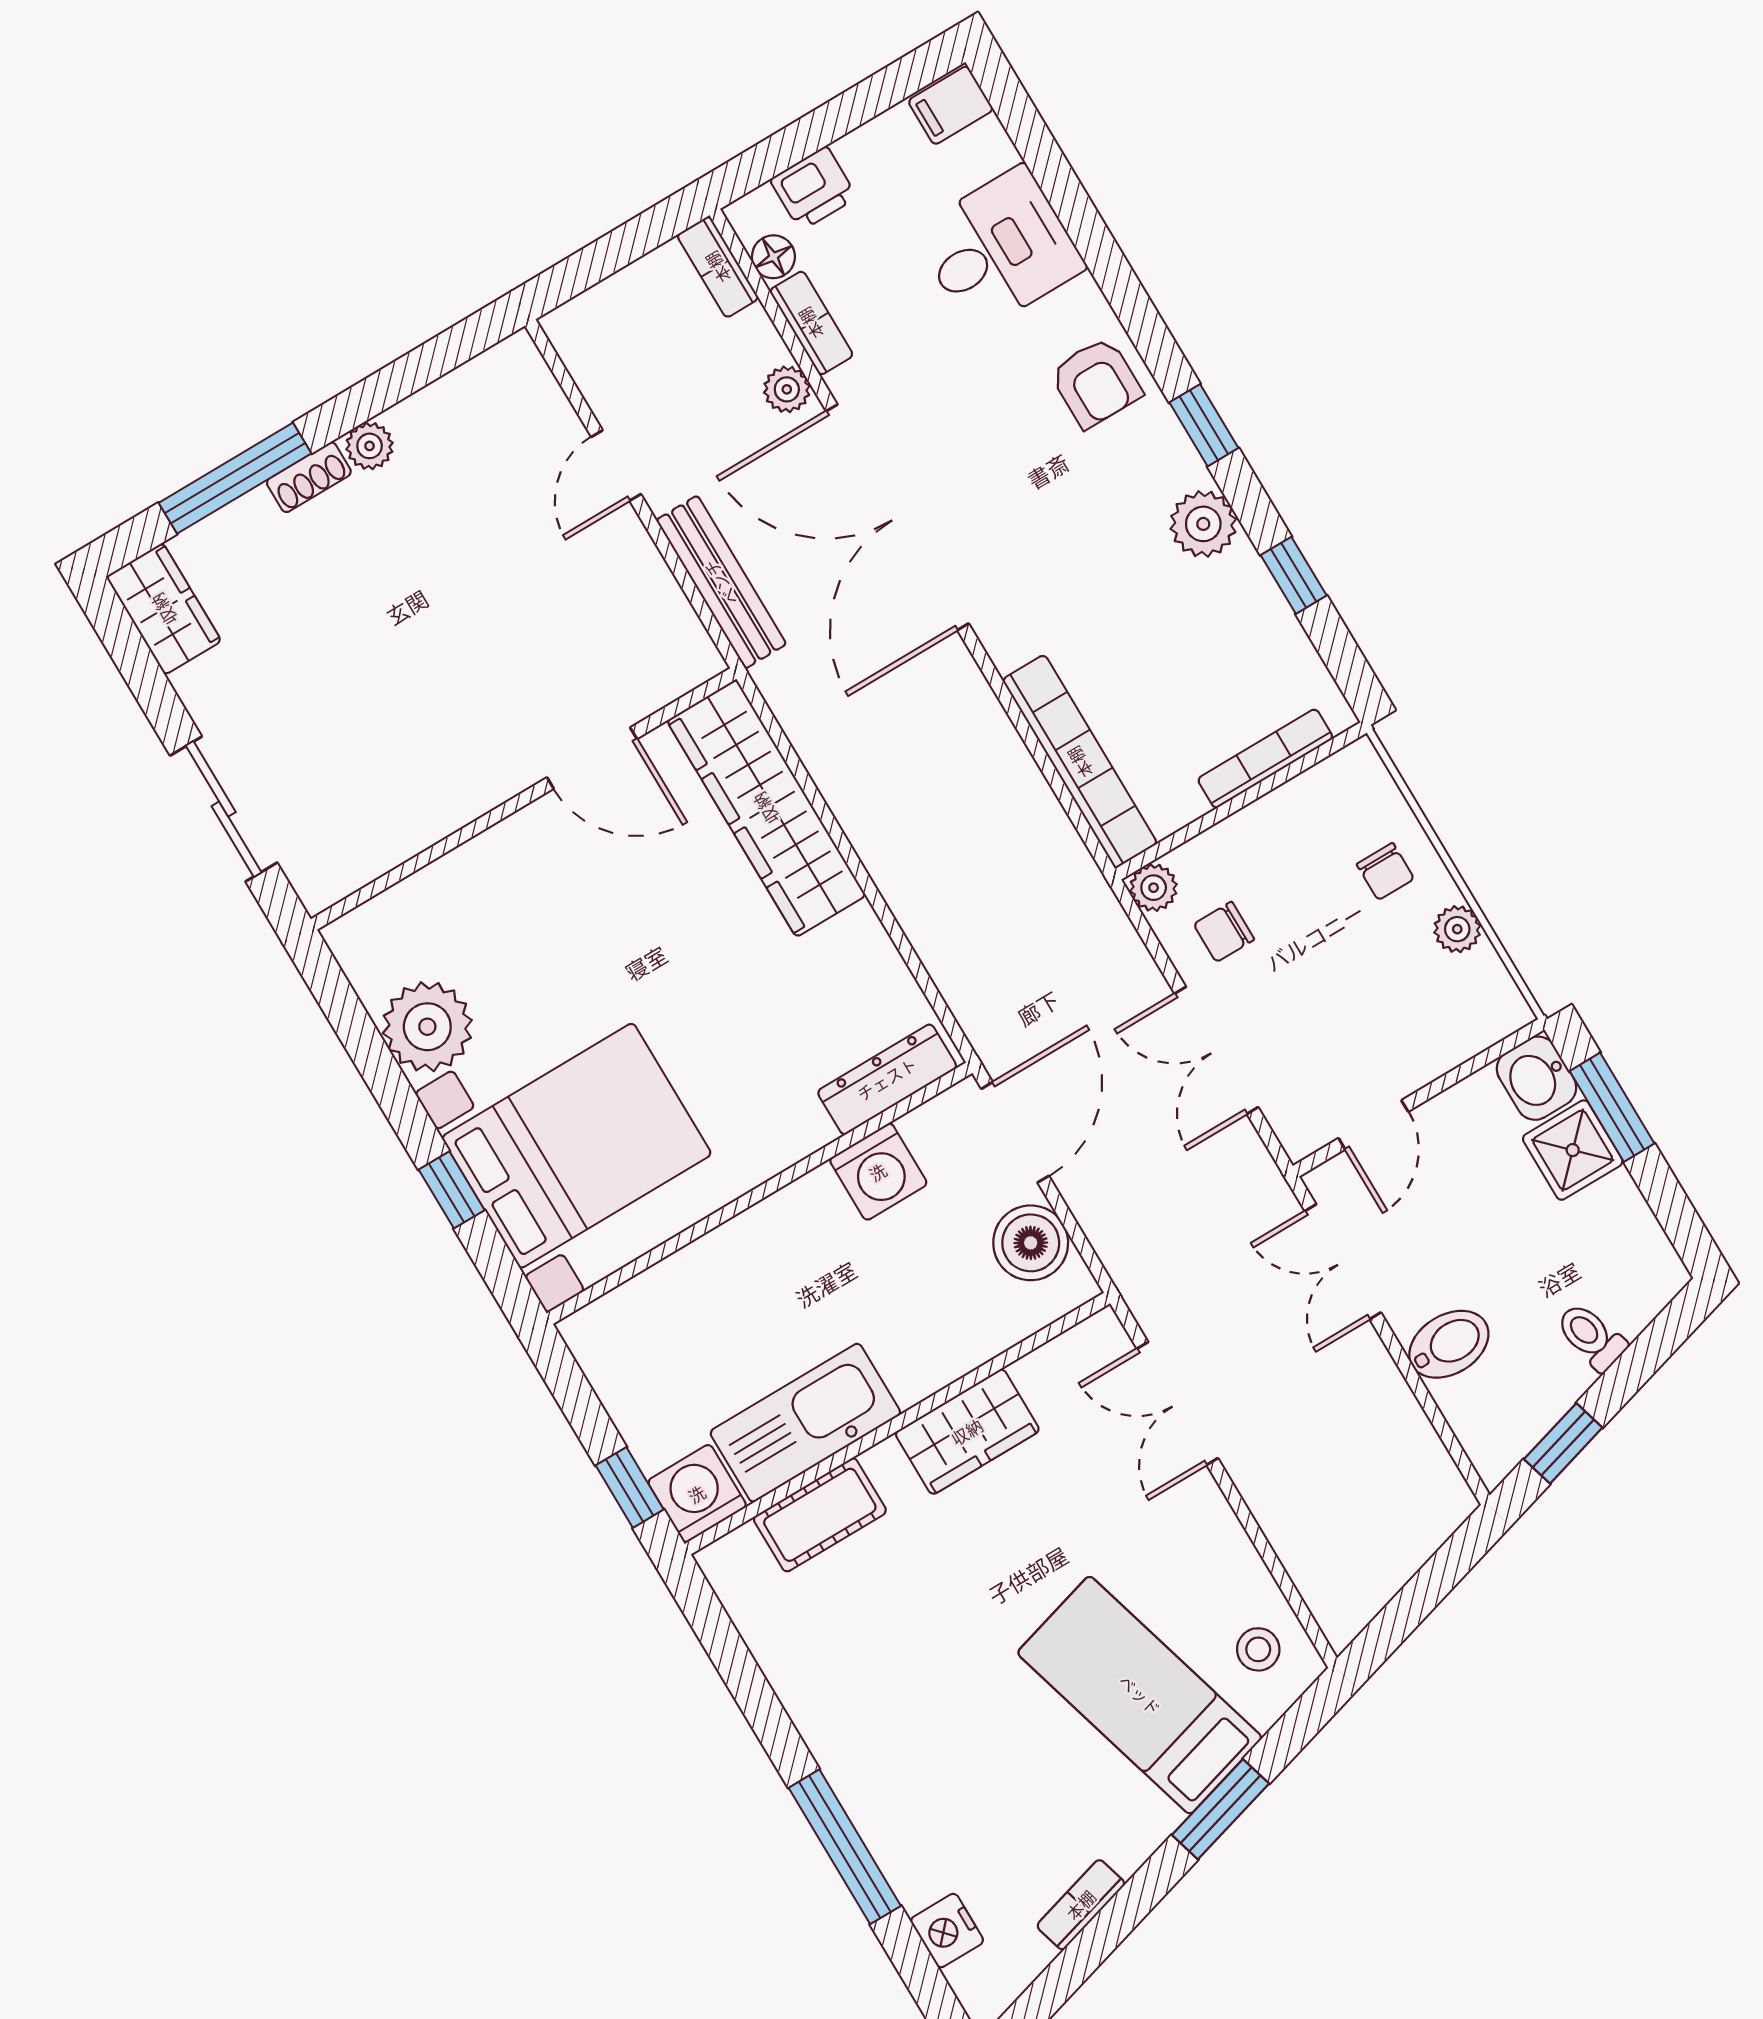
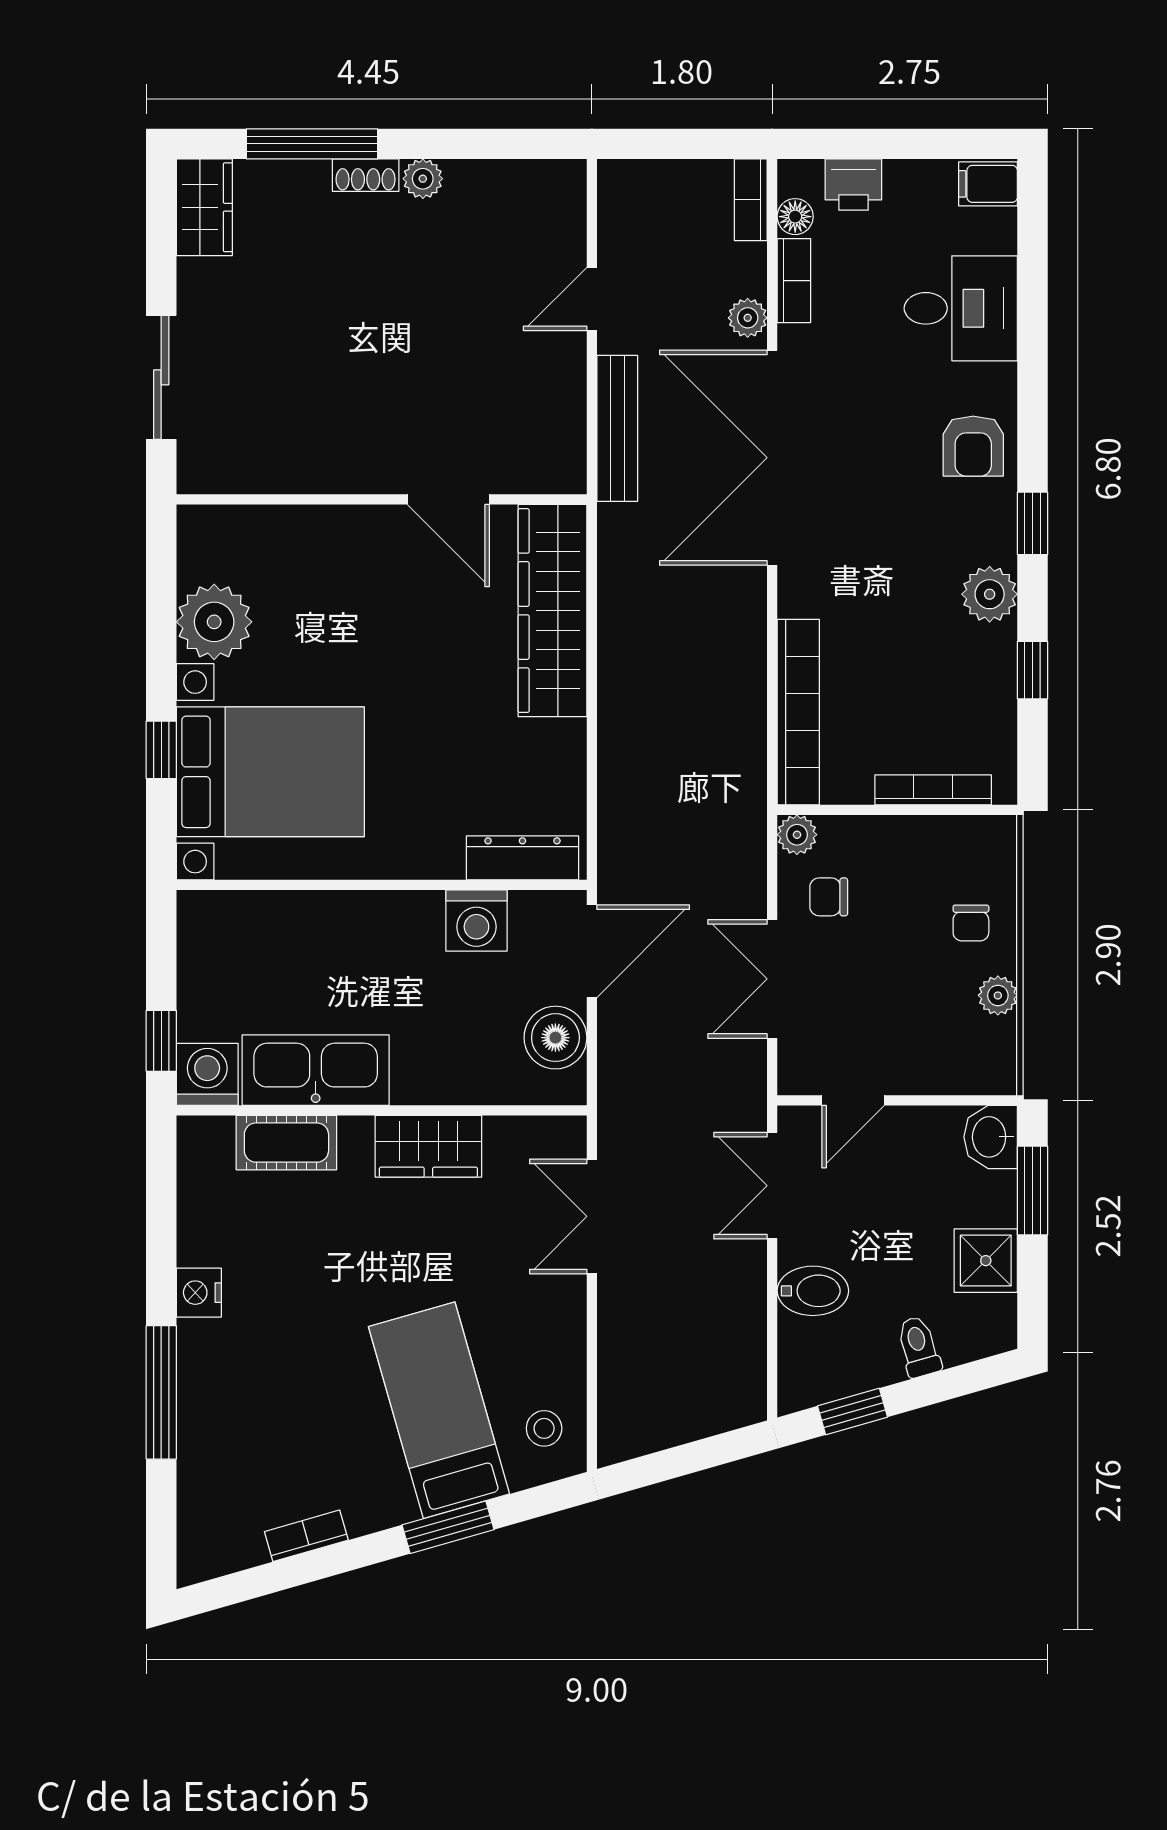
shower: (1573, 1150) -> (986, 1261), moved
nightstand: (947, 1931) -> (199, 1293), moved

